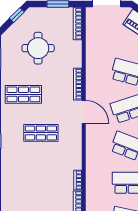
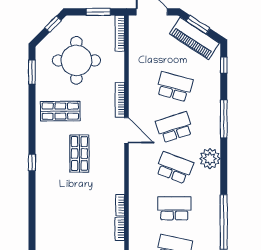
round table: (38, 48) -> (76, 60), width x1.36, depth x1.36
shop shelf: (41, 133) -> (79, 154), turned 90

